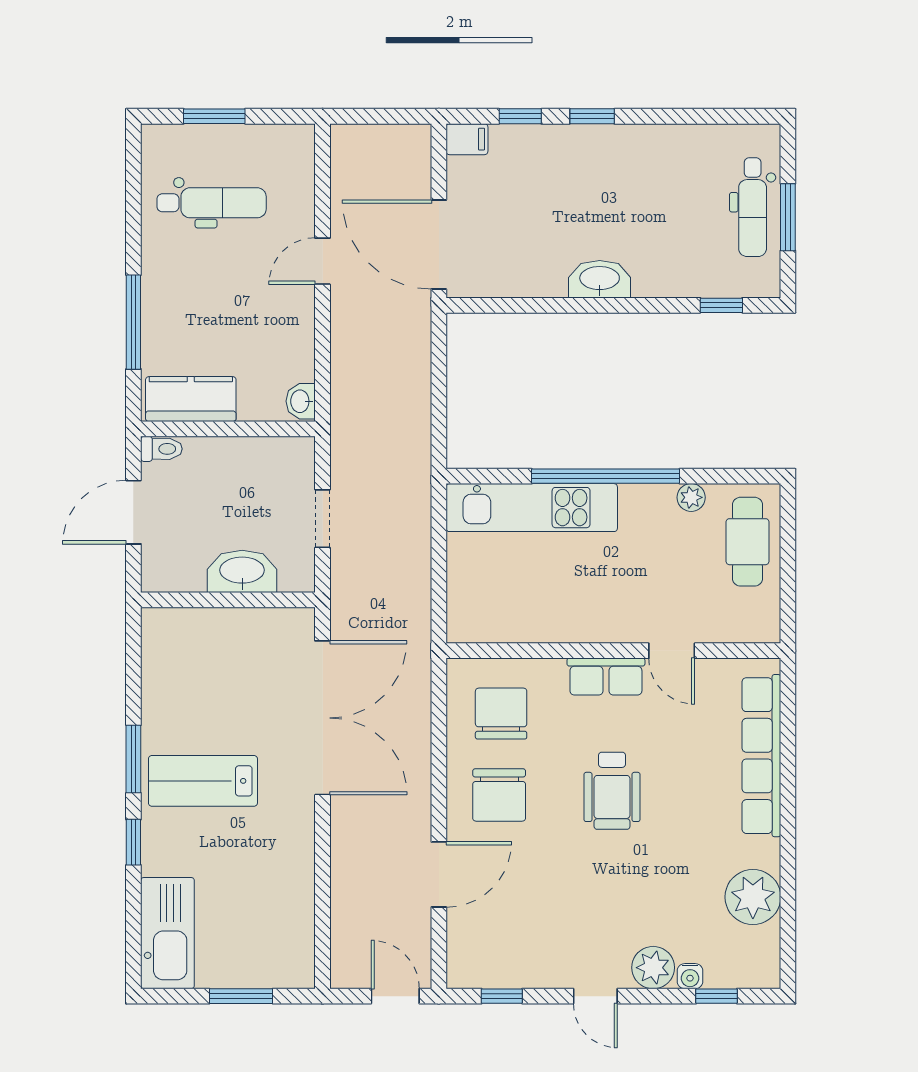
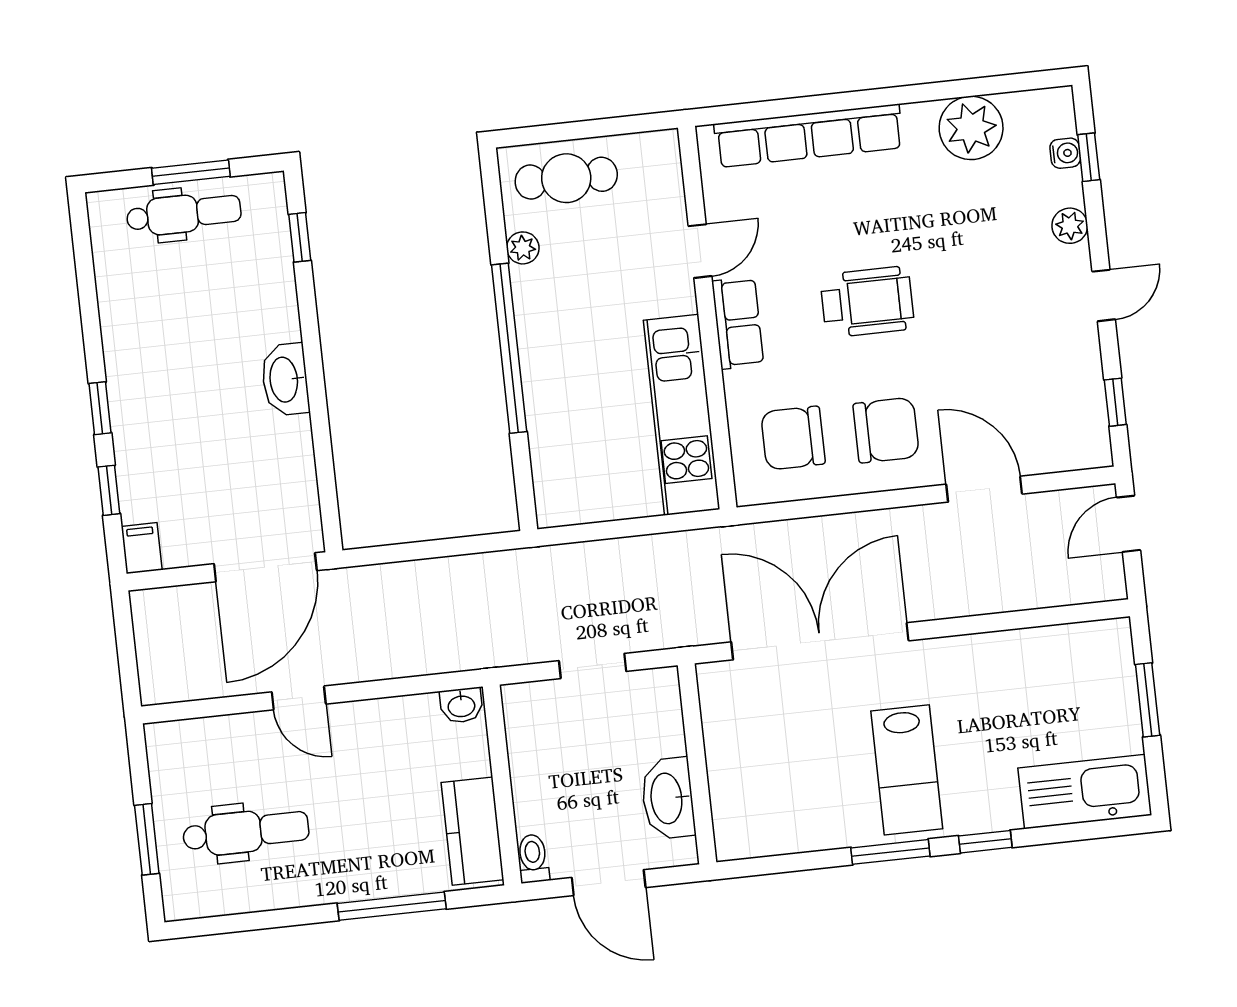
dental chair: (212, 203) -> (246, 832), turned 90
kitchen unit: (532, 508) -> (682, 415), moved, turned 180
washbasin: (242, 571) -> (668, 798), moved
plant: (653, 968) -> (1070, 226), width x0.73, depth x0.73
water cooler: (690, 976) -> (1065, 153), moved

